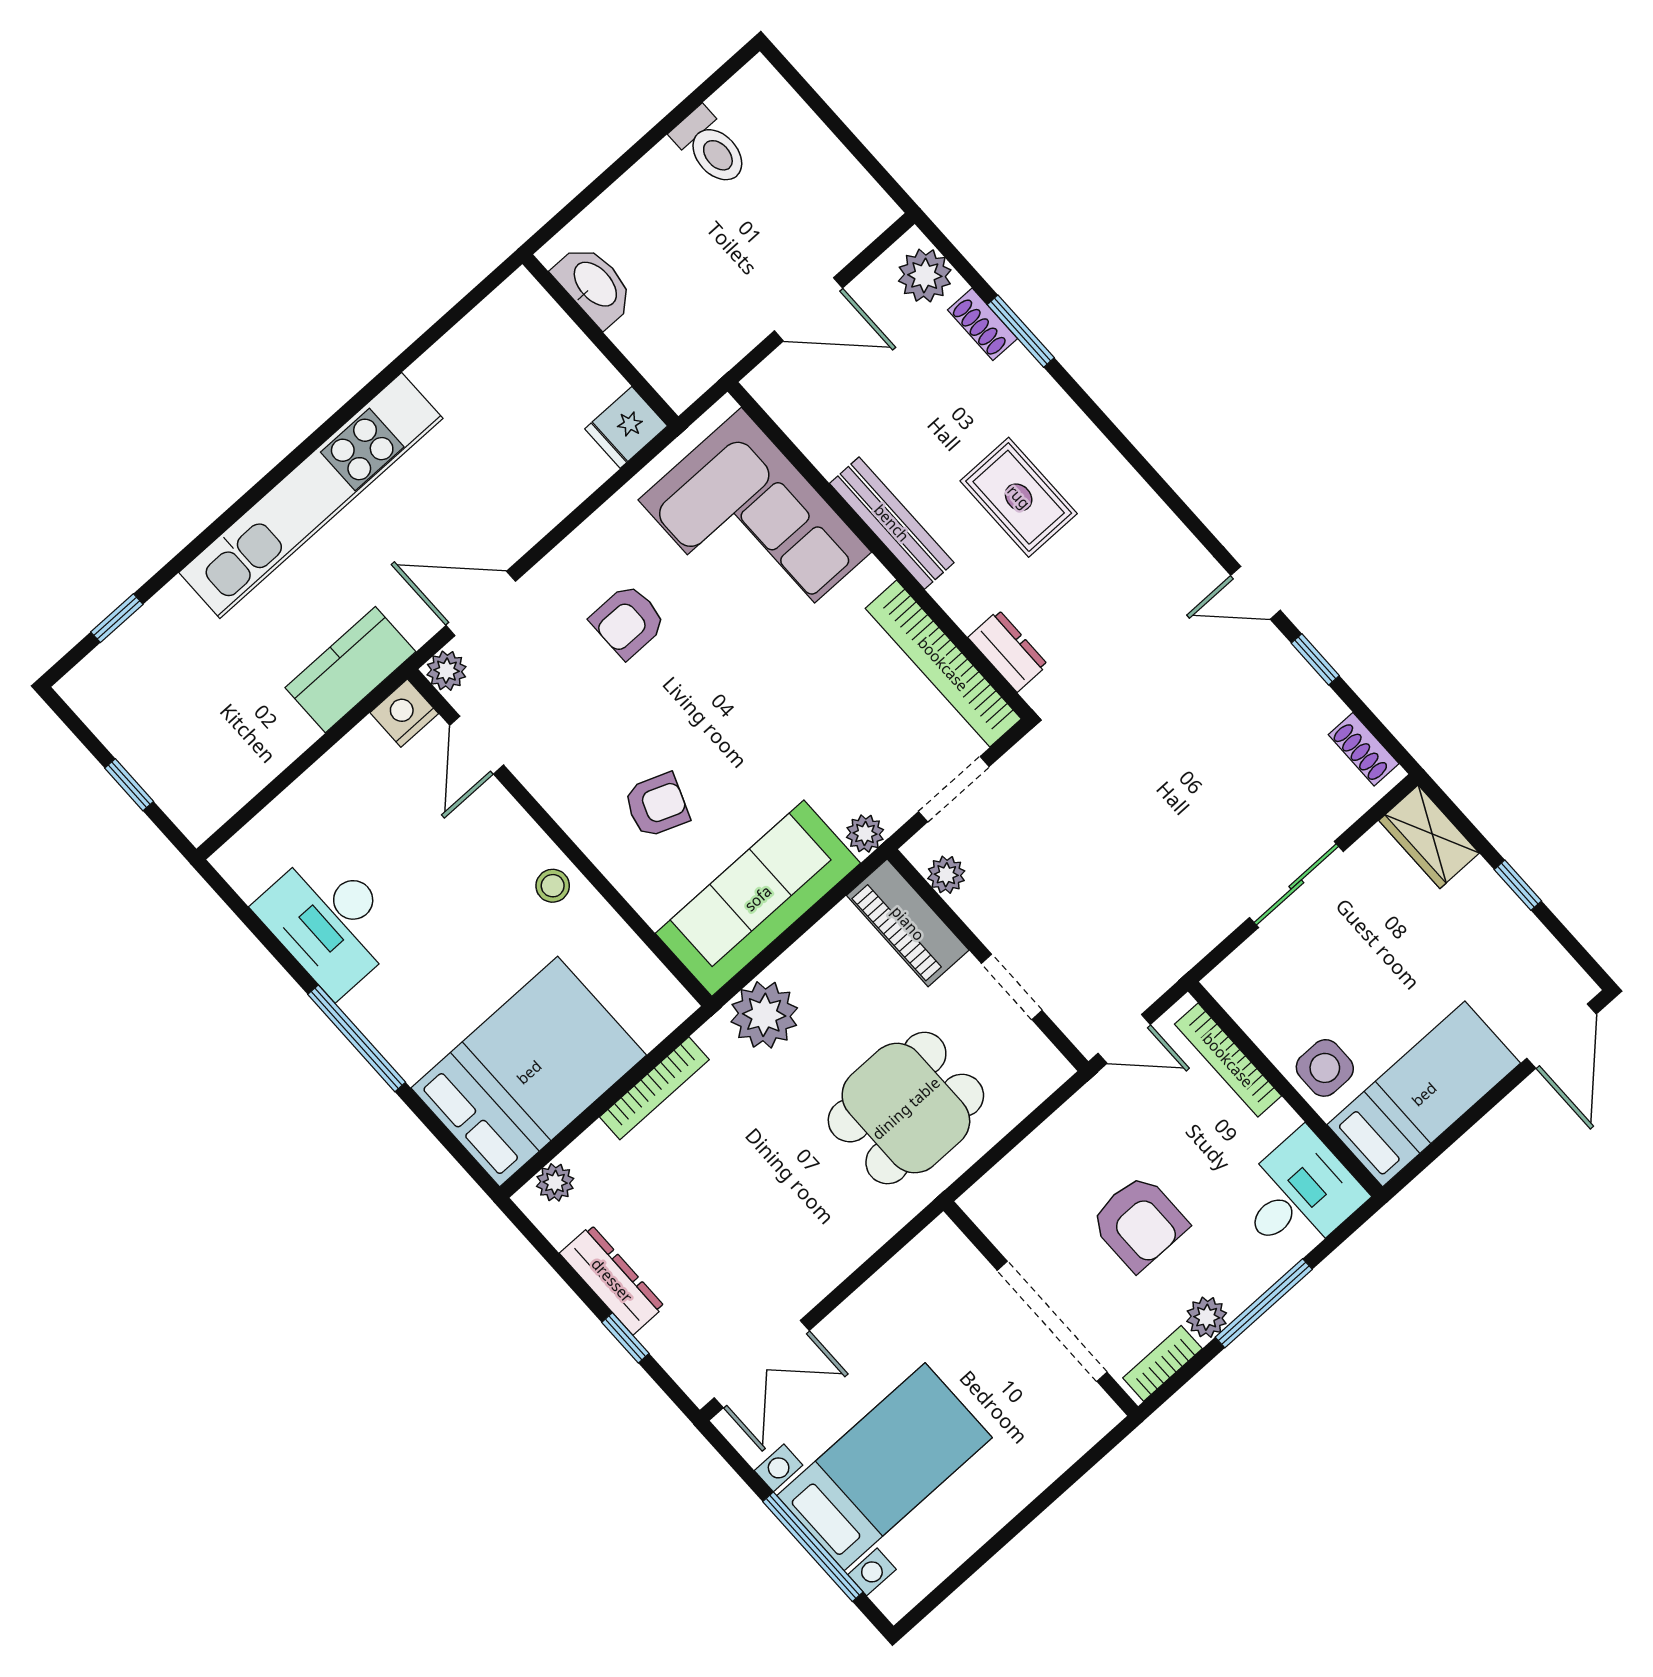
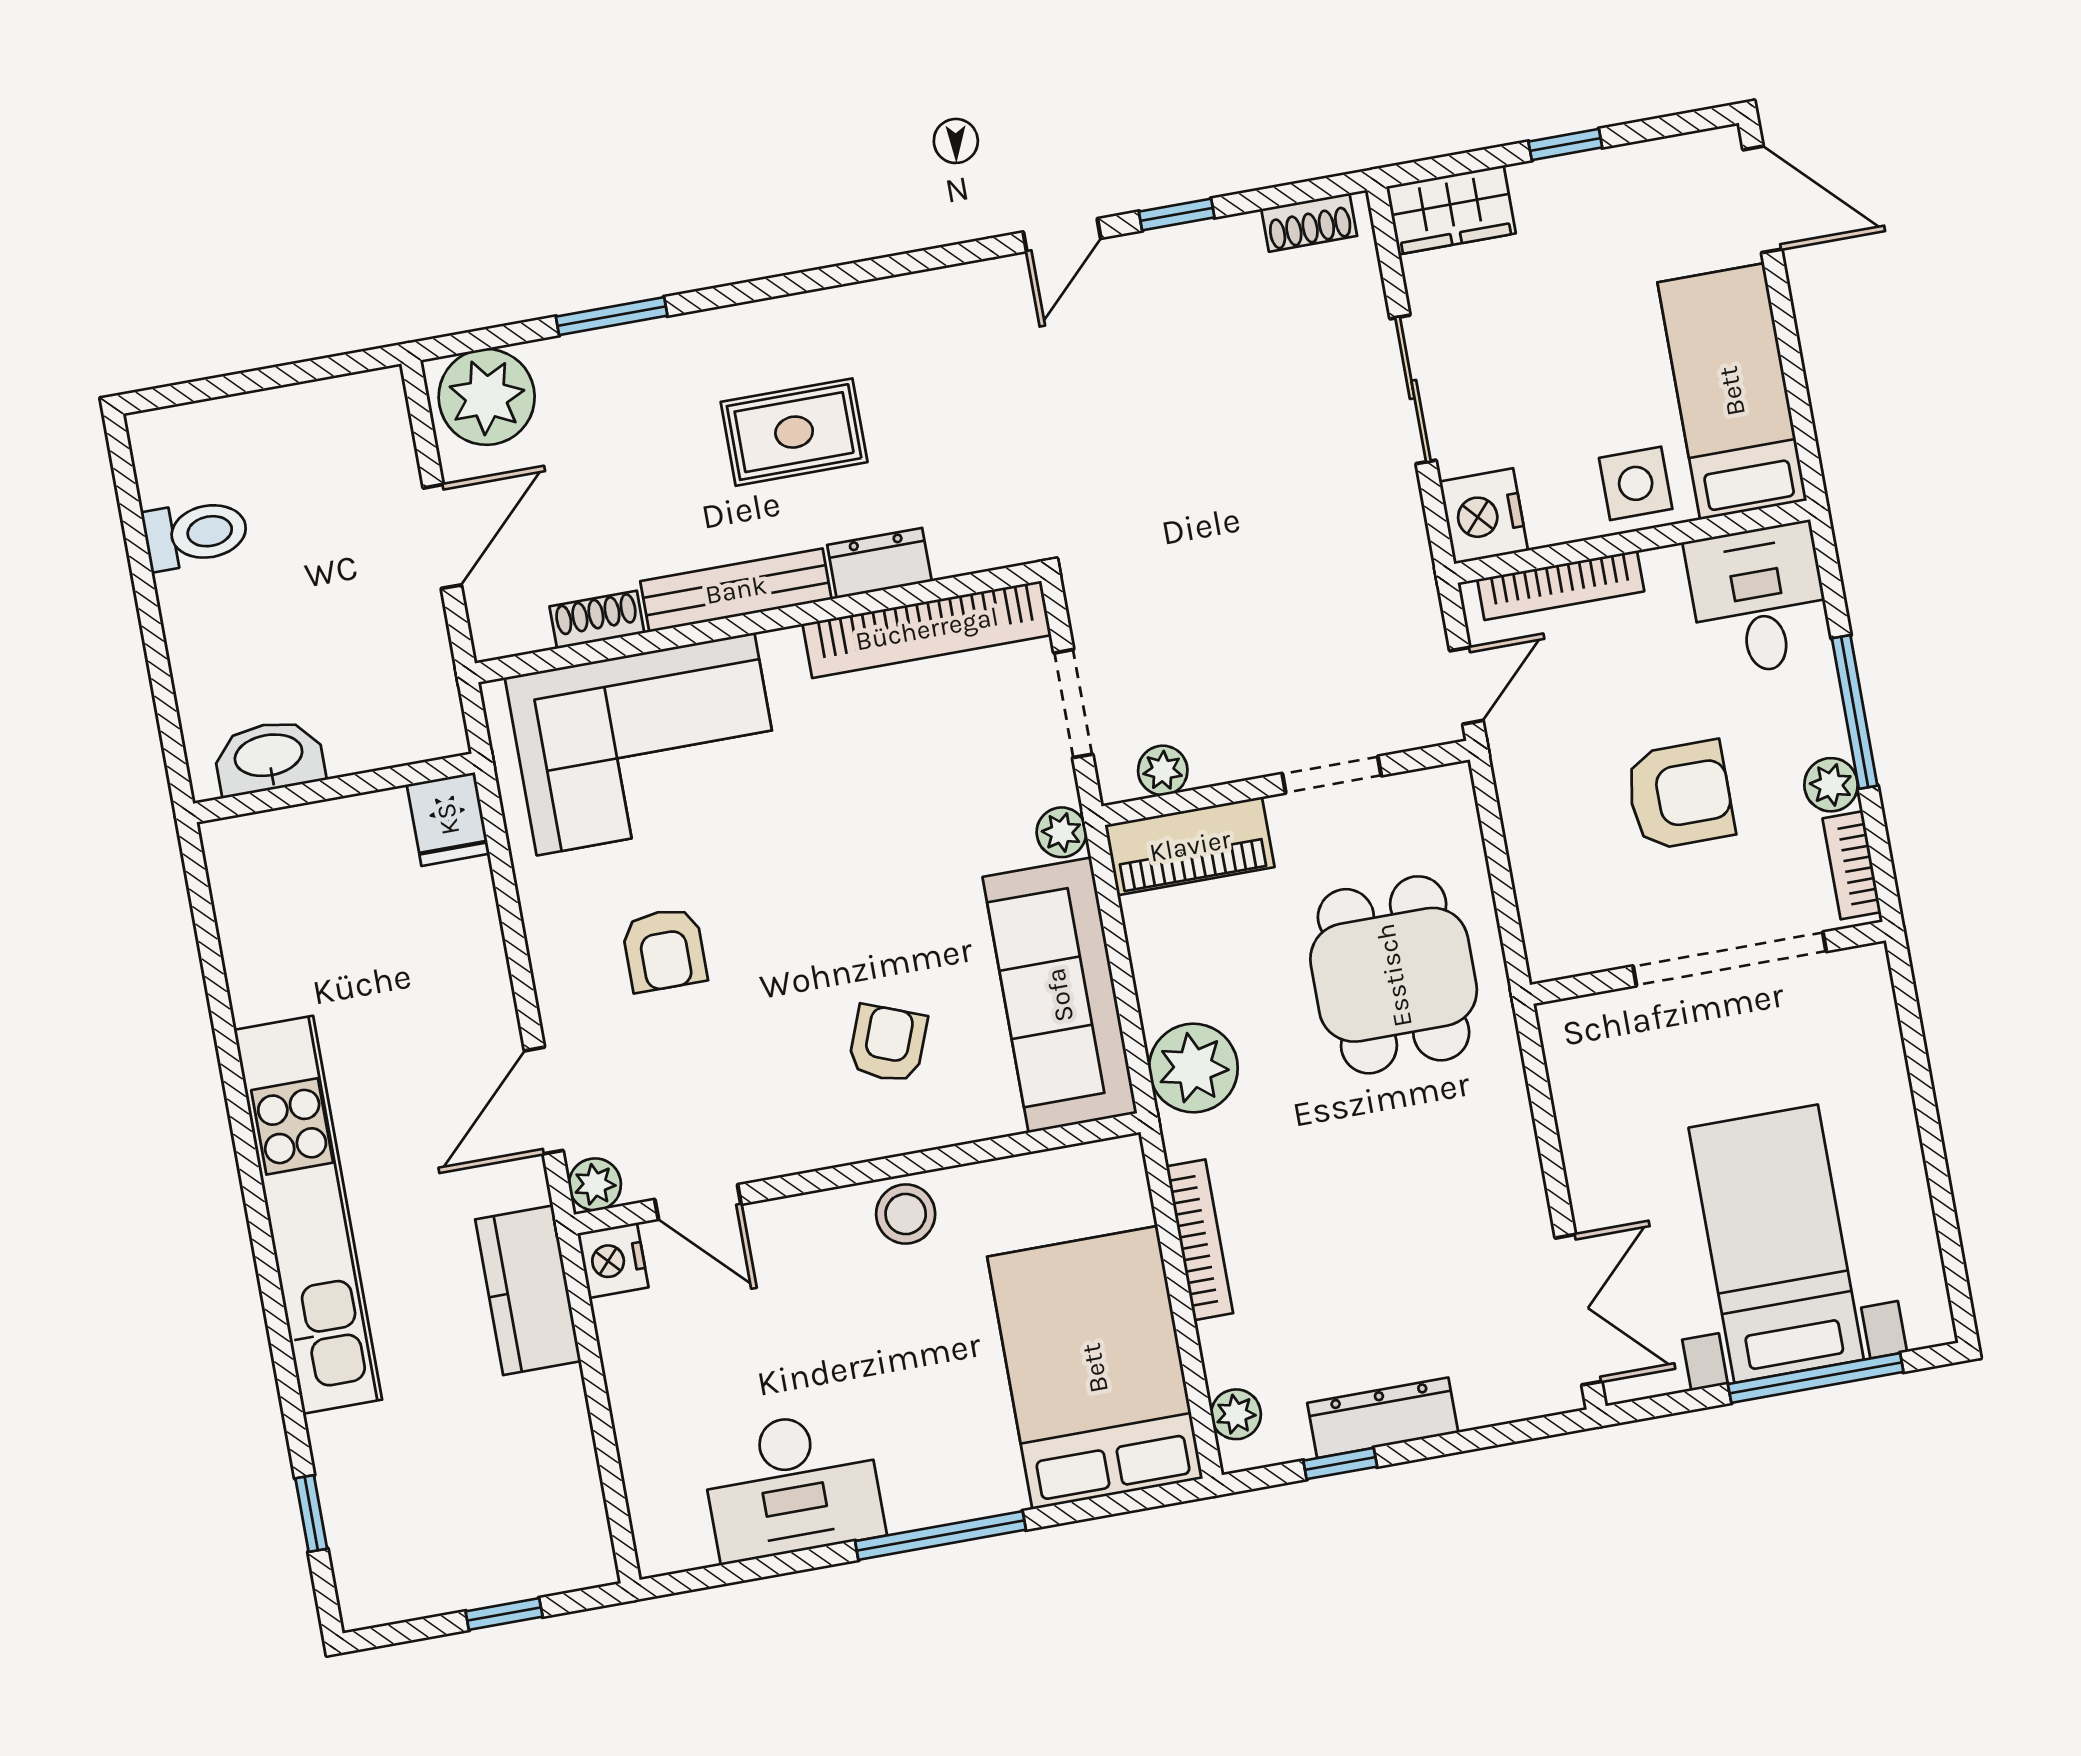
plant: (925, 276) -> (487, 397), width x1.36, depth x1.36
shoe rack: (983, 324) -> (597, 620), moved, turned 180
dresser: (1008, 651) -> (879, 563), moved
stool: (553, 886) -> (906, 1214), width x1.37, depth x1.37
nightstand: (1242, 982) -> (1484, 516), added
window: (625, 1338) -> (1340, 1464), moved

